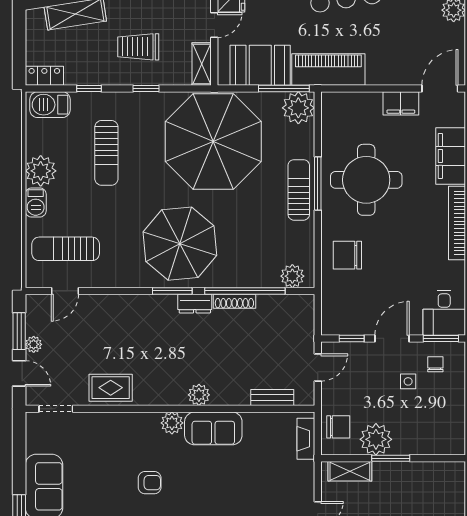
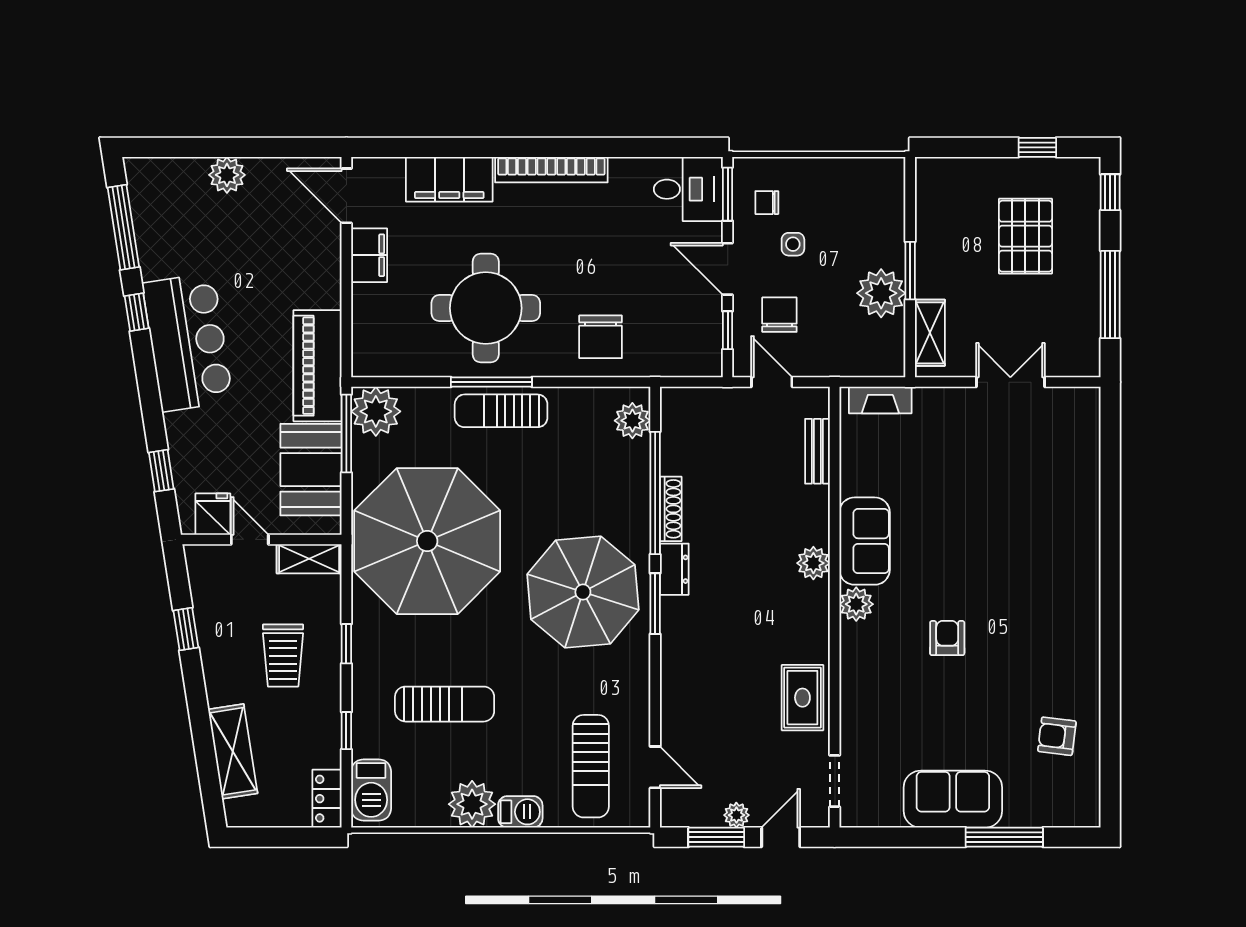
chair: (338, 427) -> (779, 315), moved

